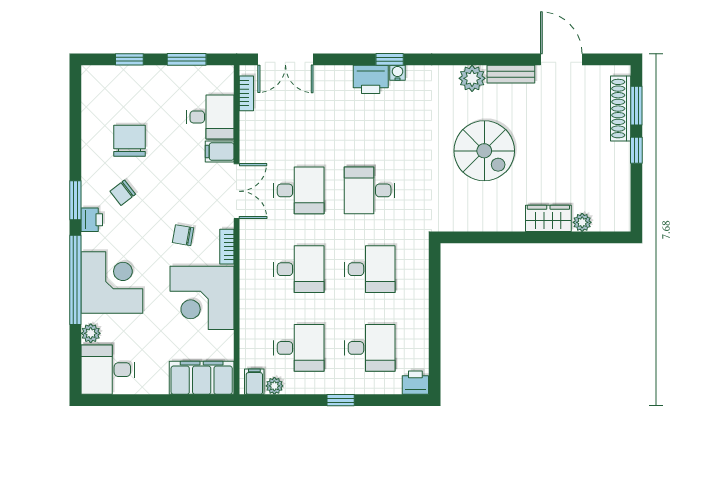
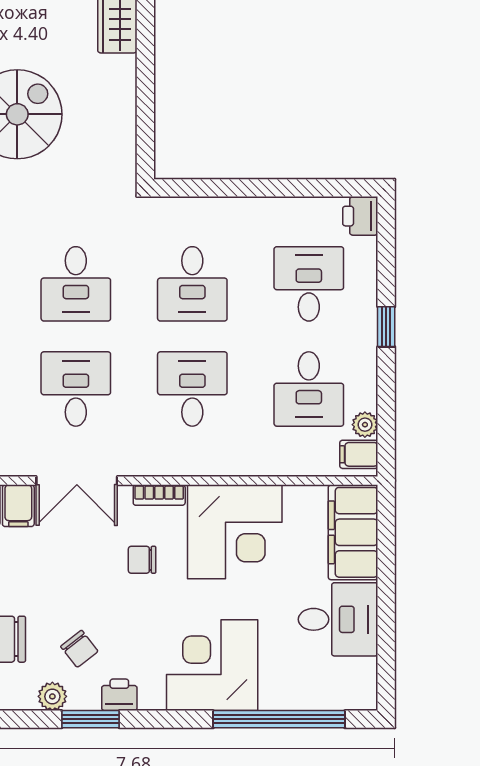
double door: (237, 191) -> (77, 481), swing flipped
chair: (183, 235) -> (142, 560), turned 80
desk: (370, 269) -> (192, 284), turned 180
window: (75, 280) -> (279, 719), moved
plant: (91, 333) -> (52, 696), moved
desk: (299, 348) -> (309, 389), turned 180
desk: (108, 370) -> (338, 619), moved, turned -90

